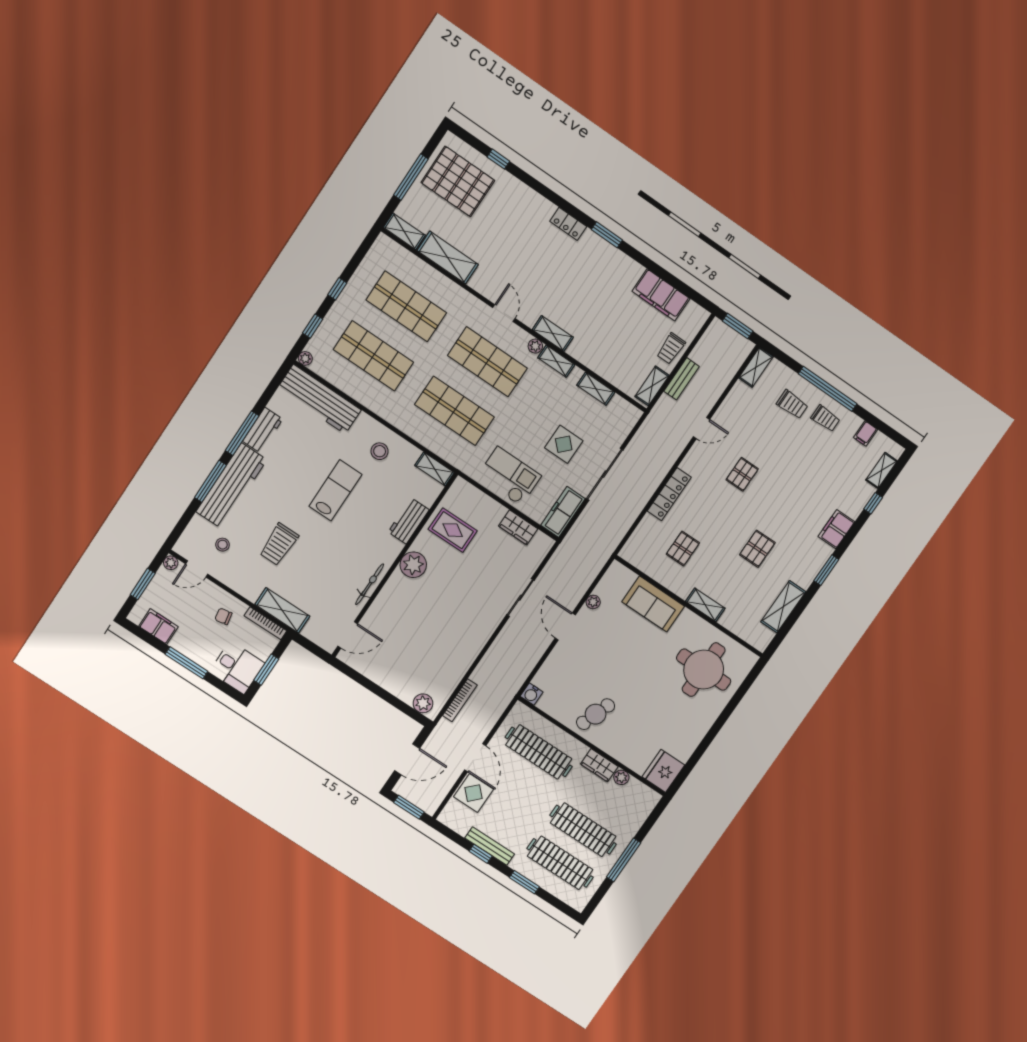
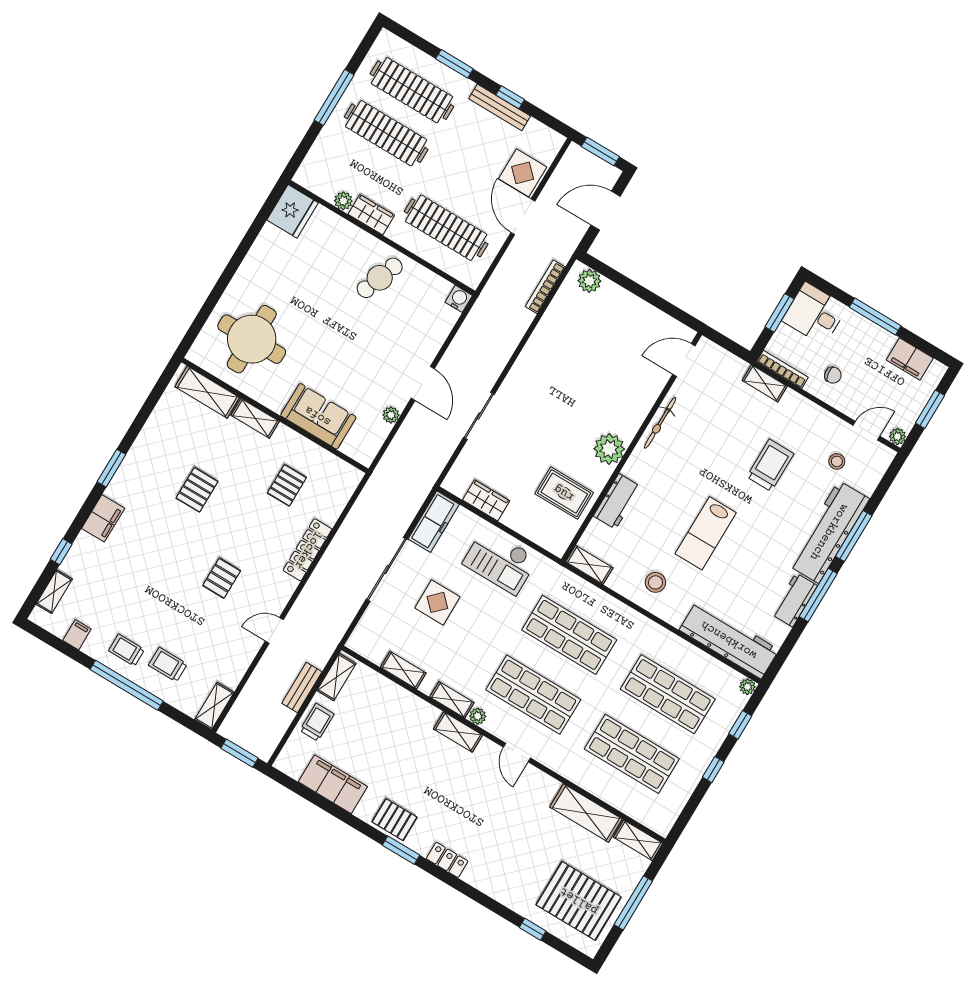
pallet: (611, 261) -> (394, 820), added
shelving: (783, 607) -> (207, 392), moved, turned 90
shelving: (282, 610) -> (765, 383), width x0.67, depth x0.75

